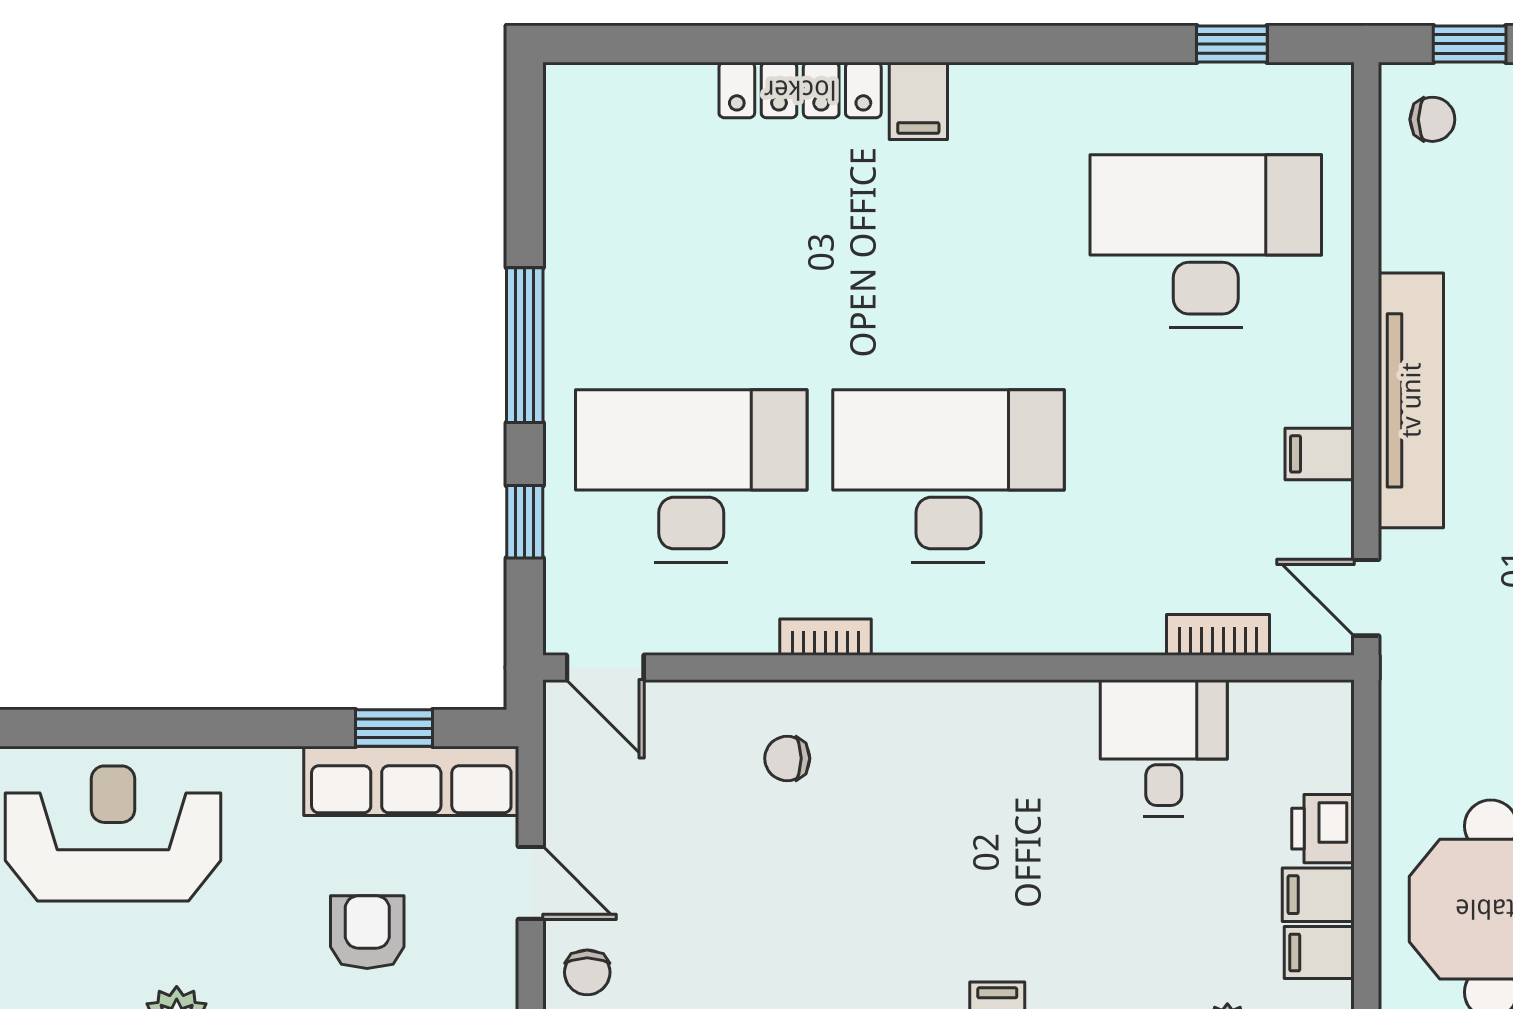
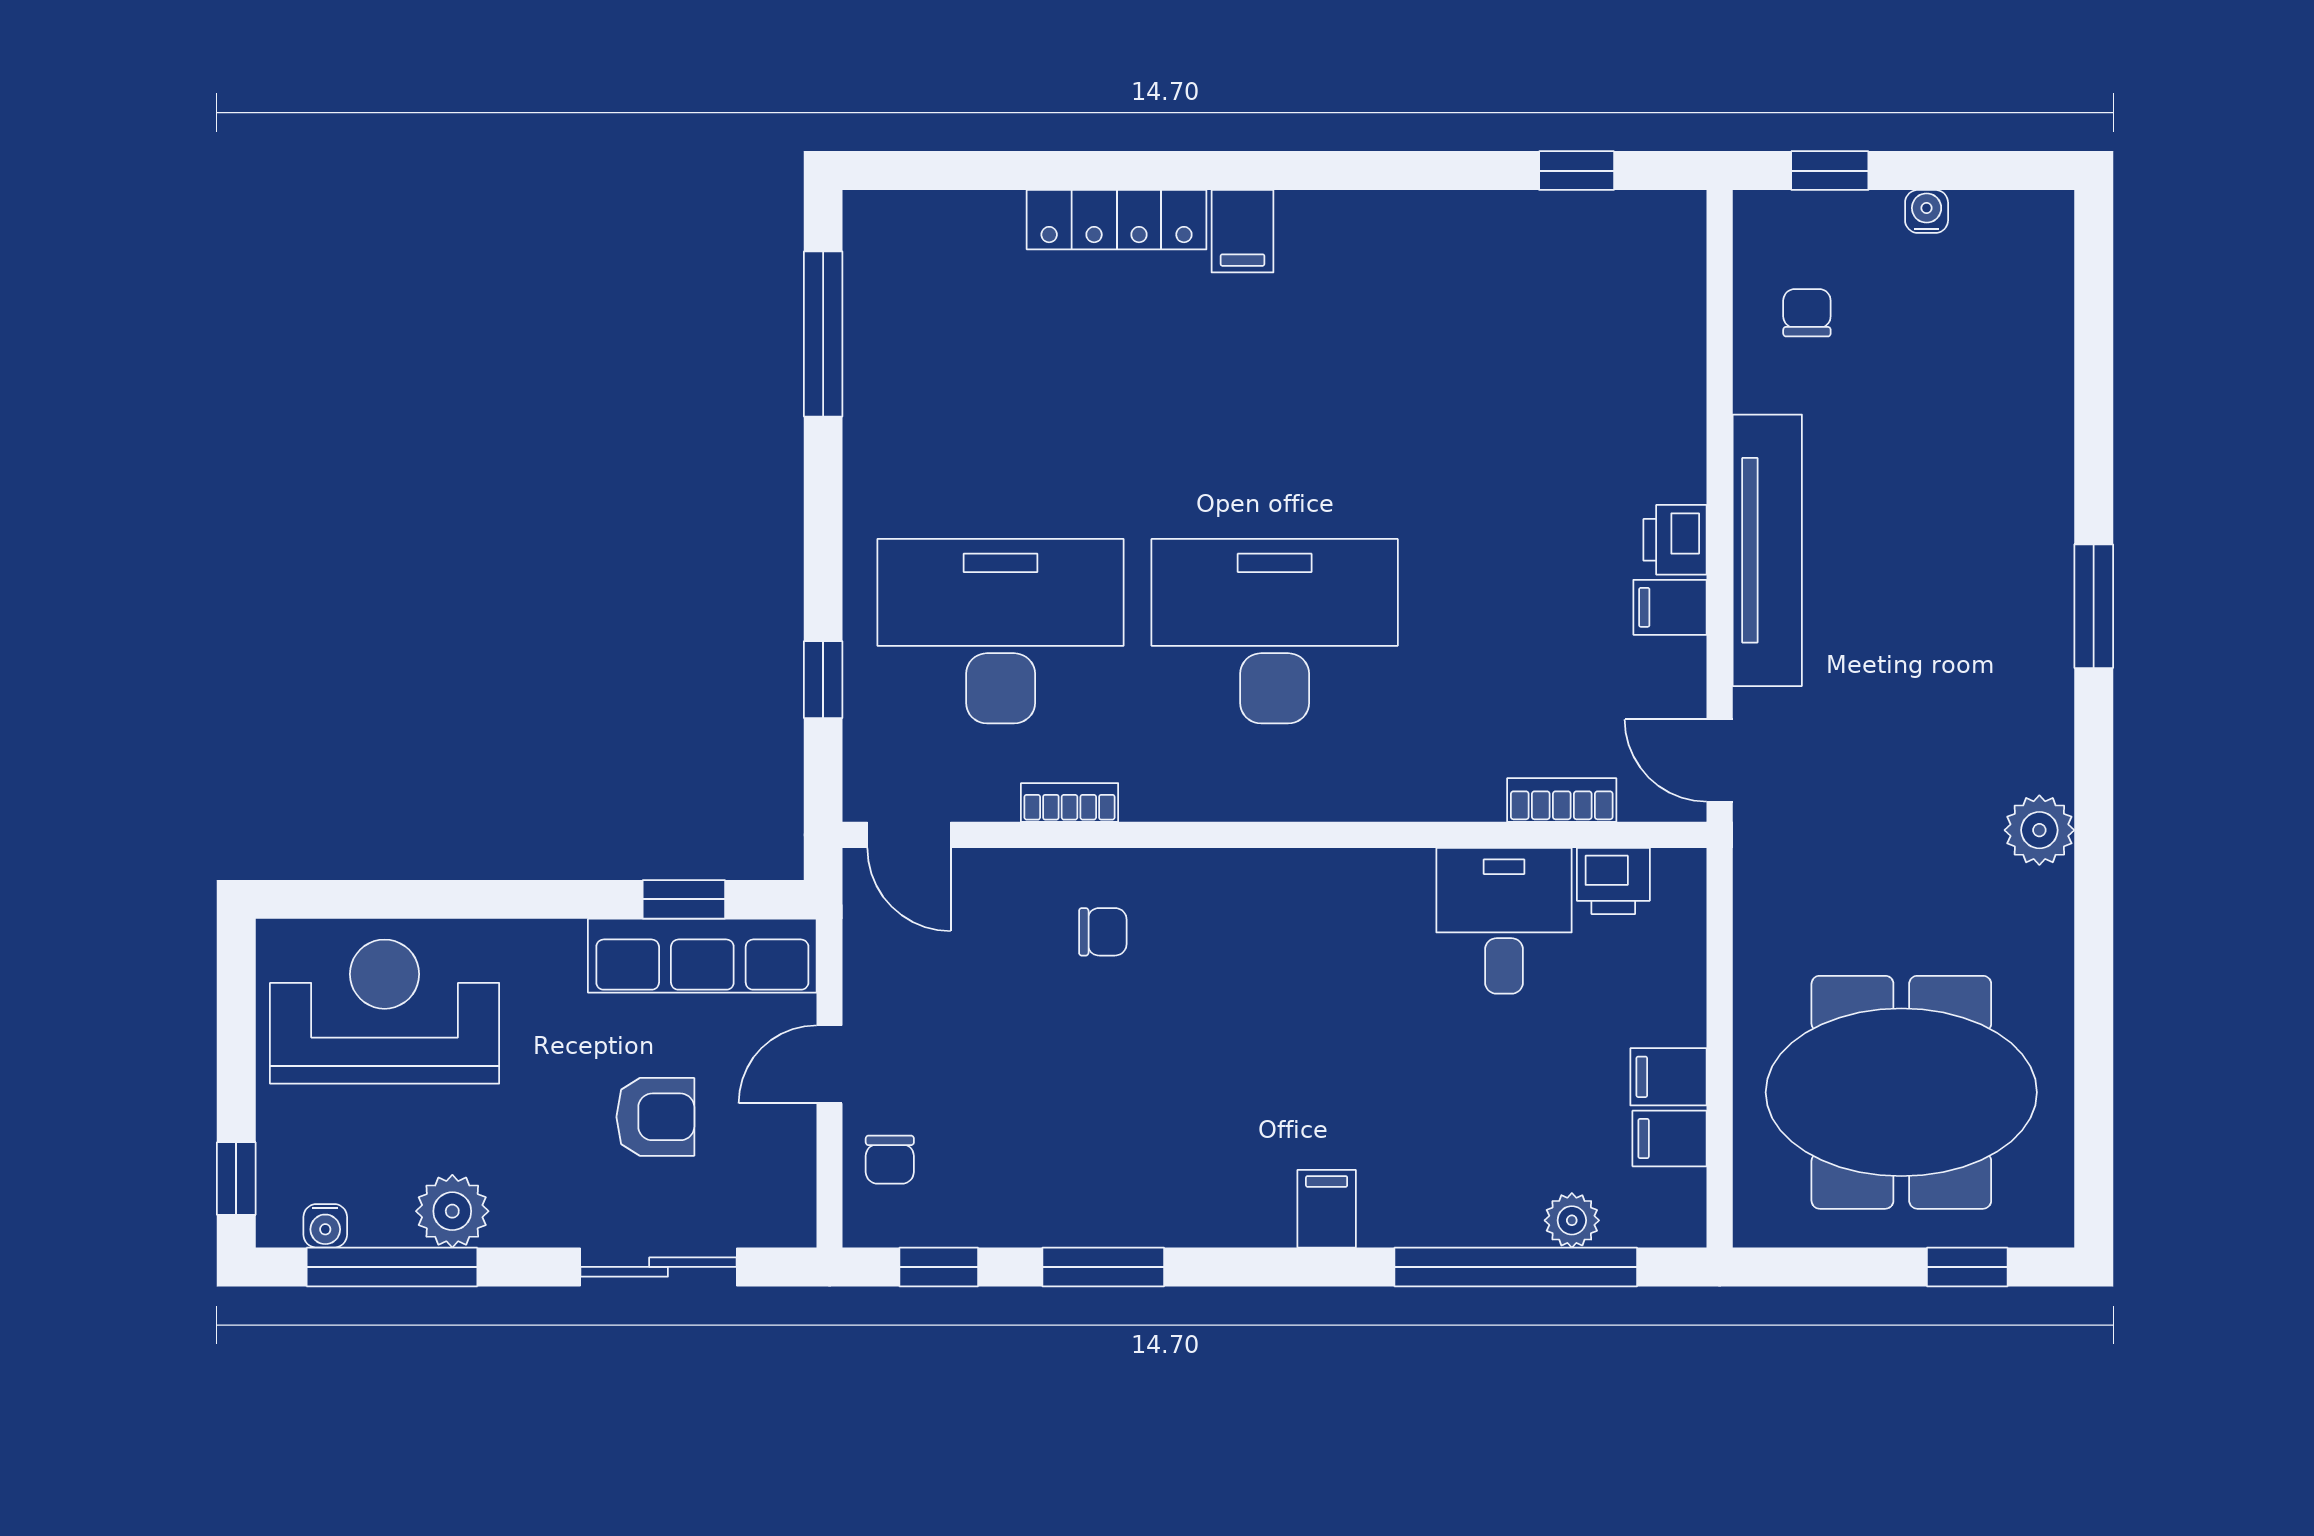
chair: (1432, 119) -> (1807, 313), moved, turned -90
desk: (1206, 241) -> (1549, 381), removed
window: (525, 345) -> (823, 334), moved
printer: (1324, 391) -> (1675, 540), added
bookcase: (825, 637) -> (1070, 803), moved
chair: (787, 758) -> (1103, 932), turned 180
printer: (1323, 829) -> (1613, 881), moved, turned -90
door: (531, 883) -> (830, 1064), swing flipped
armchair: (367, 932) -> (655, 1117), turned 90

